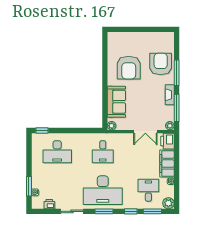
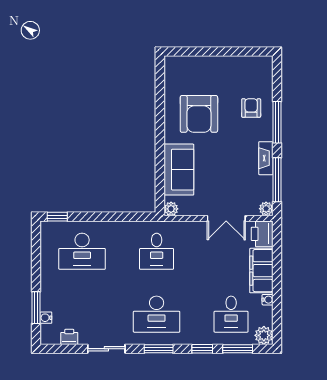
armchair: (161, 64) -> (251, 108), width x0.53, depth x0.53
desk: (103, 190) -> (157, 314), width x0.73, depth x0.77
desk: (148, 190) -> (231, 314), turned 180

